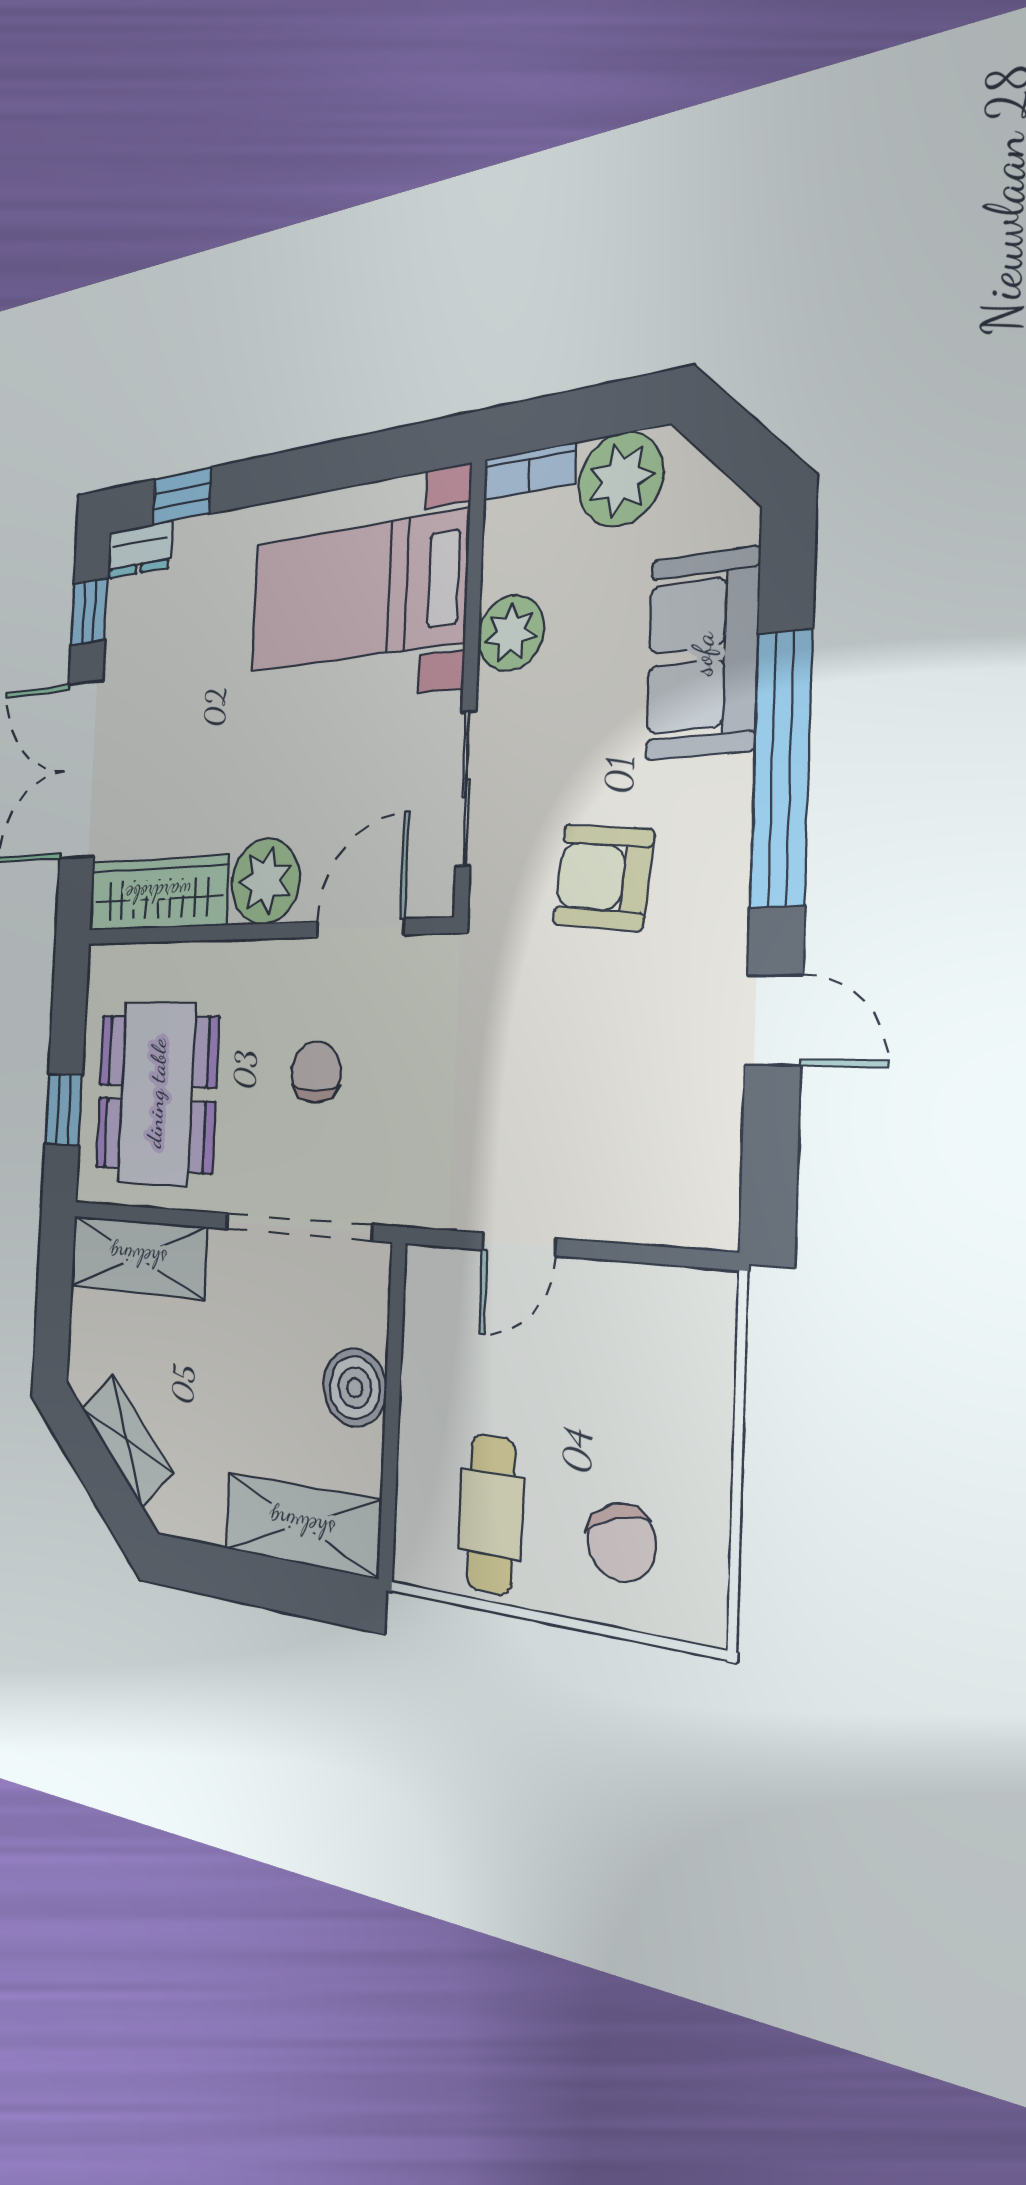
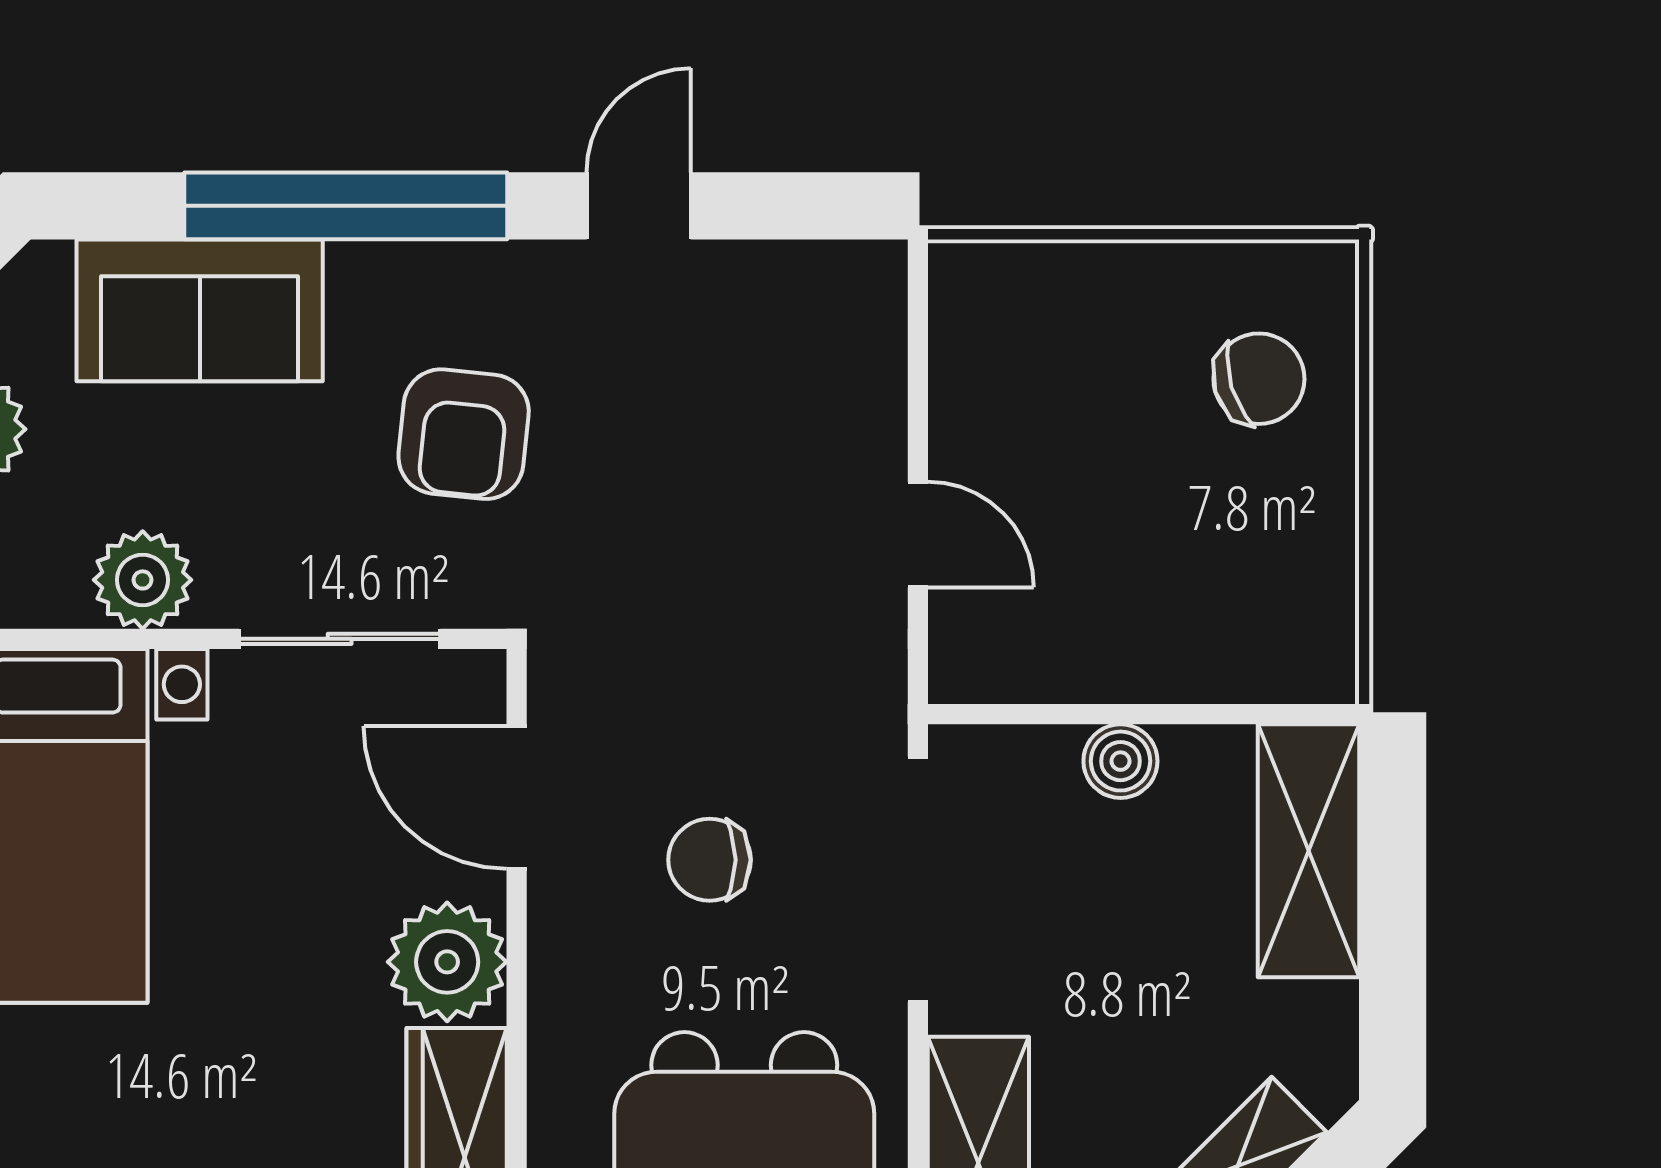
boiler: (355, 1388) -> (1120, 761), width x0.73, depth x0.73
cafe table: (491, 1514) -> (1252, 560), removed

